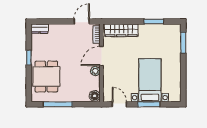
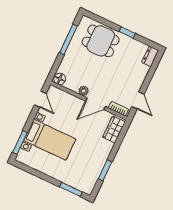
wardrobe: (121, 30) -> (114, 129), width x0.67
door: (101, 56) -> (95, 104), swing flipped
door: (119, 104) -> (40, 99), hinge flipped
window: (149, 104) -> (20, 143), moved

